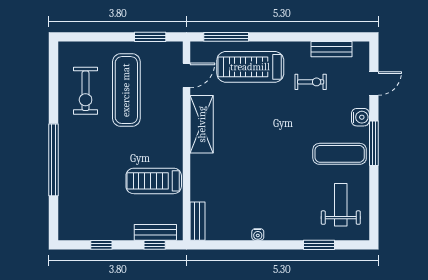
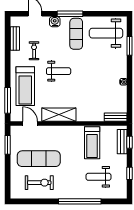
weight bench: (276, 124) -> (59, 71), added
weight bench: (95, 192) -> (98, 177), added
weight bench: (341, 205) -> (106, 33), width x1.36, depth x1.33

